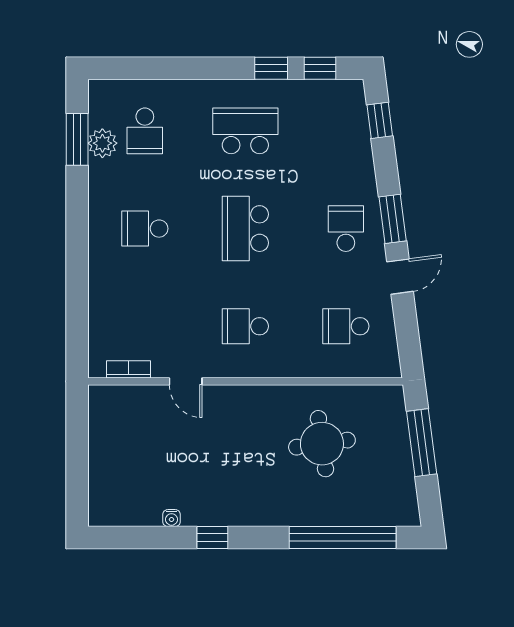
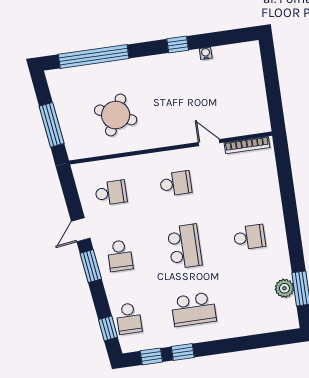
school desk: (145, 131) -> (129, 319), moved, turned 180
bookcase: (128, 369) -> (247, 145), width x1.56
round table: (322, 444) -> (116, 115), turned 33

